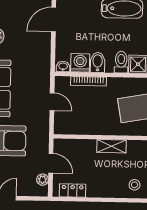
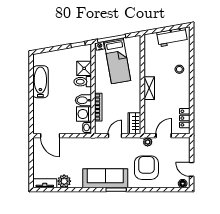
wardrobe: (67, 127) -> (134, 123), added
plant: (43, 180) -> (148, 142), moved

